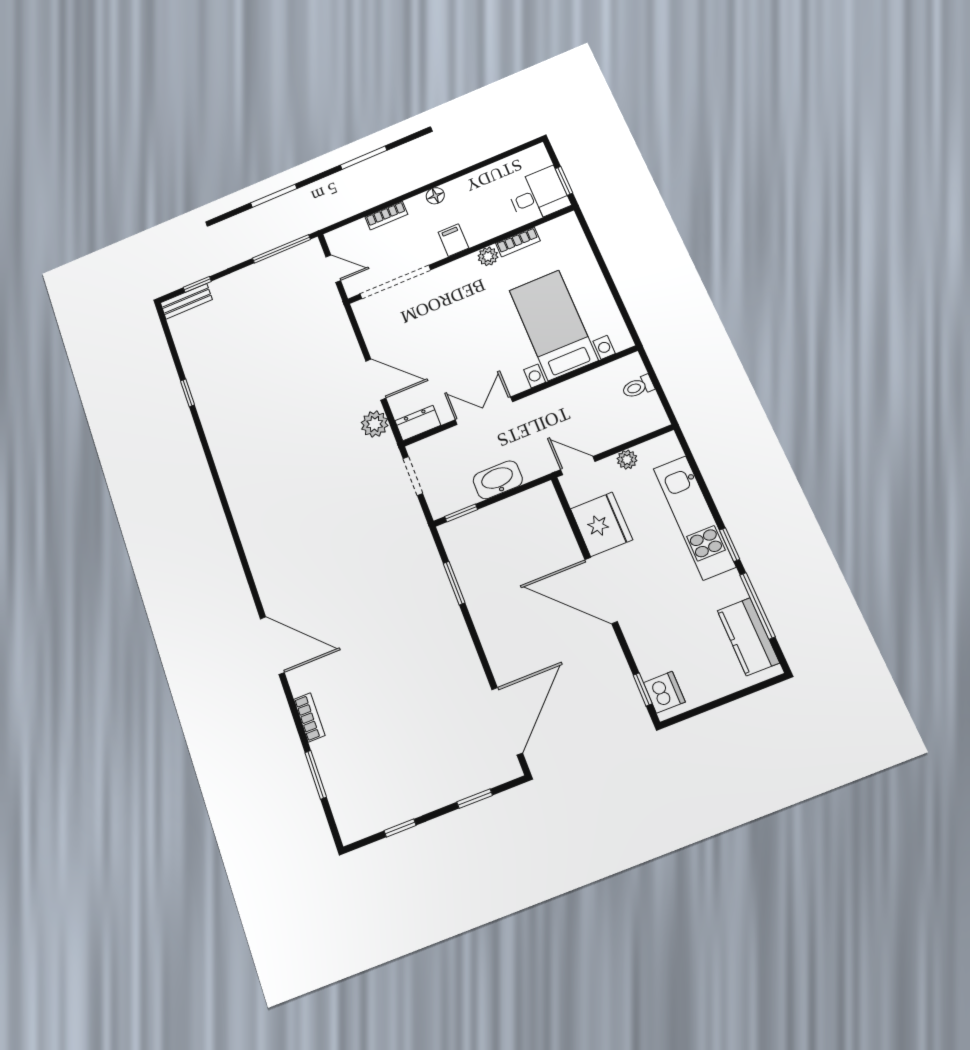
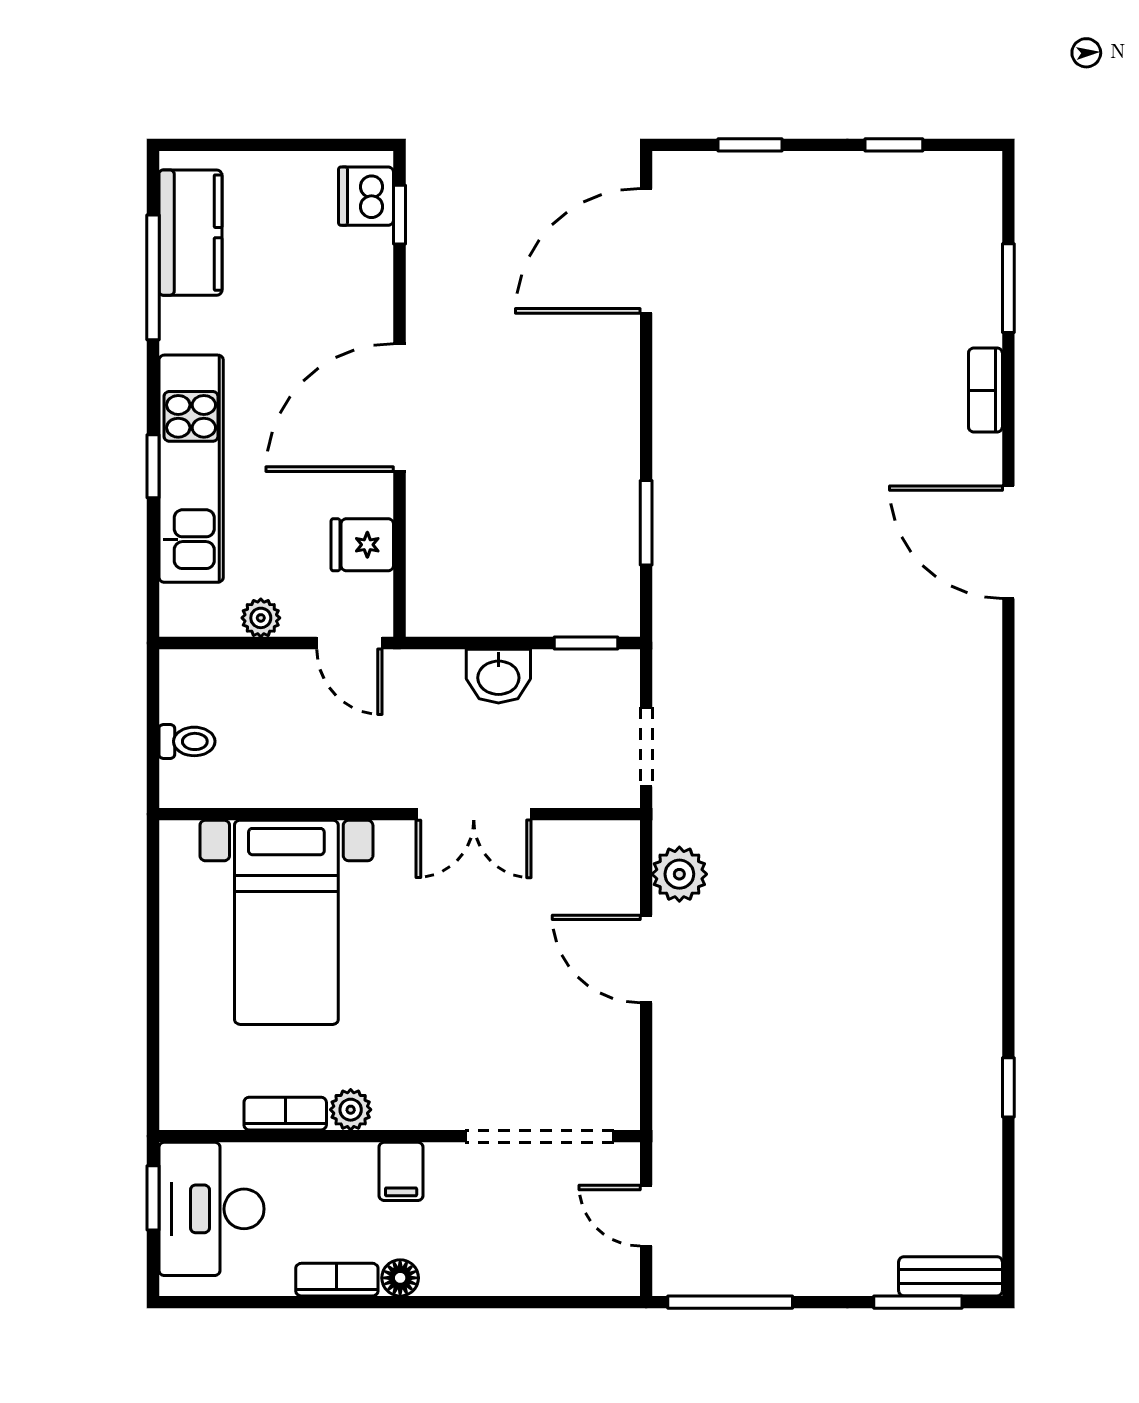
desk: (538, 195) -> (211, 1209), width x1.37
bookcase: (386, 216) -> (337, 1280), moved
window: (197, 284) -> (918, 1302), width x1.50
dresser: (418, 423) -> (600, 842), removed
washbasin: (498, 480) -> (498, 676), width x0.72
fridge: (601, 524) -> (362, 545), width x0.53, depth x0.75
window: (730, 545) -> (153, 466), moved
door: (601, 590) -> (400, 408), swing flipped

